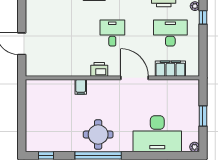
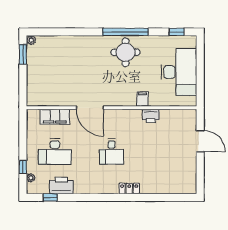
printer: (99, 69) -> (151, 116), moved
window: (203, 116) -> (23, 54), moved
desk: (157, 134) -> (179, 72), moved, turned 90

